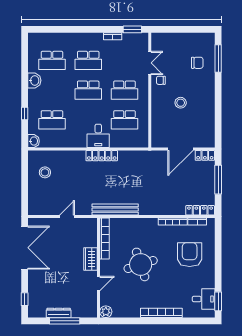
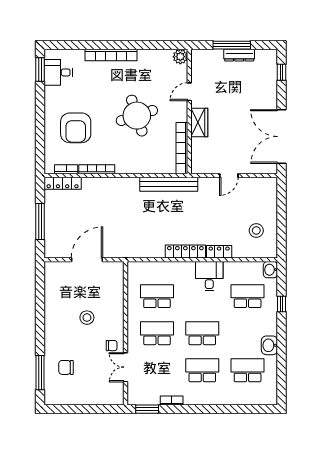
desk: (98, 136) -> (209, 276), moved
locker: (205, 155) -> (219, 252), moved

